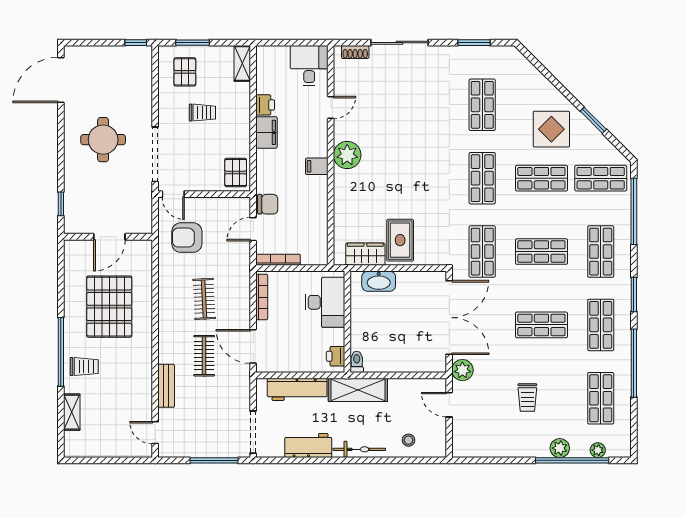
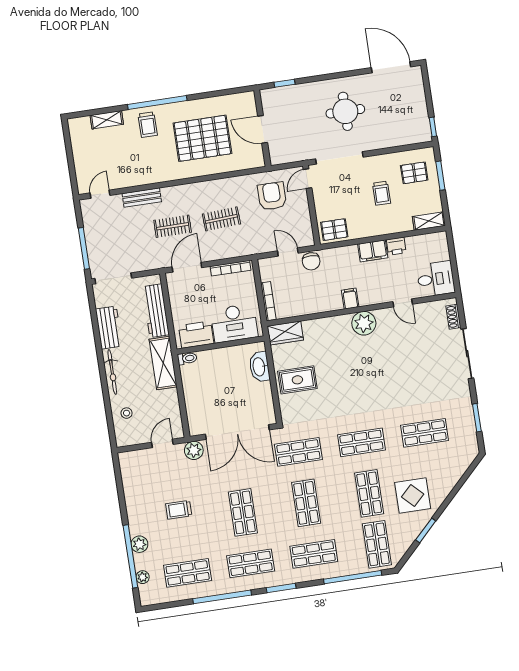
wardrobe: (365, 254) -> (285, 333), moved, turned 90
bookcase: (278, 260) -> (268, 301), moved
printer: (336, 356) -> (196, 335), width x1.87, depth x1.48

